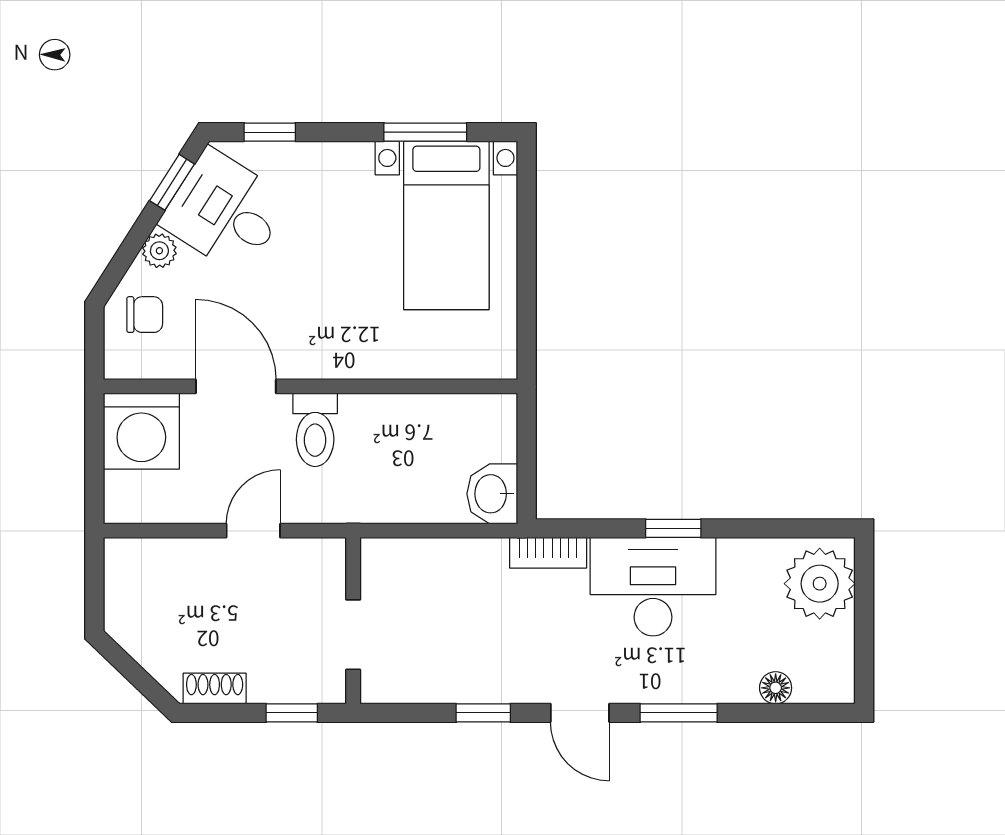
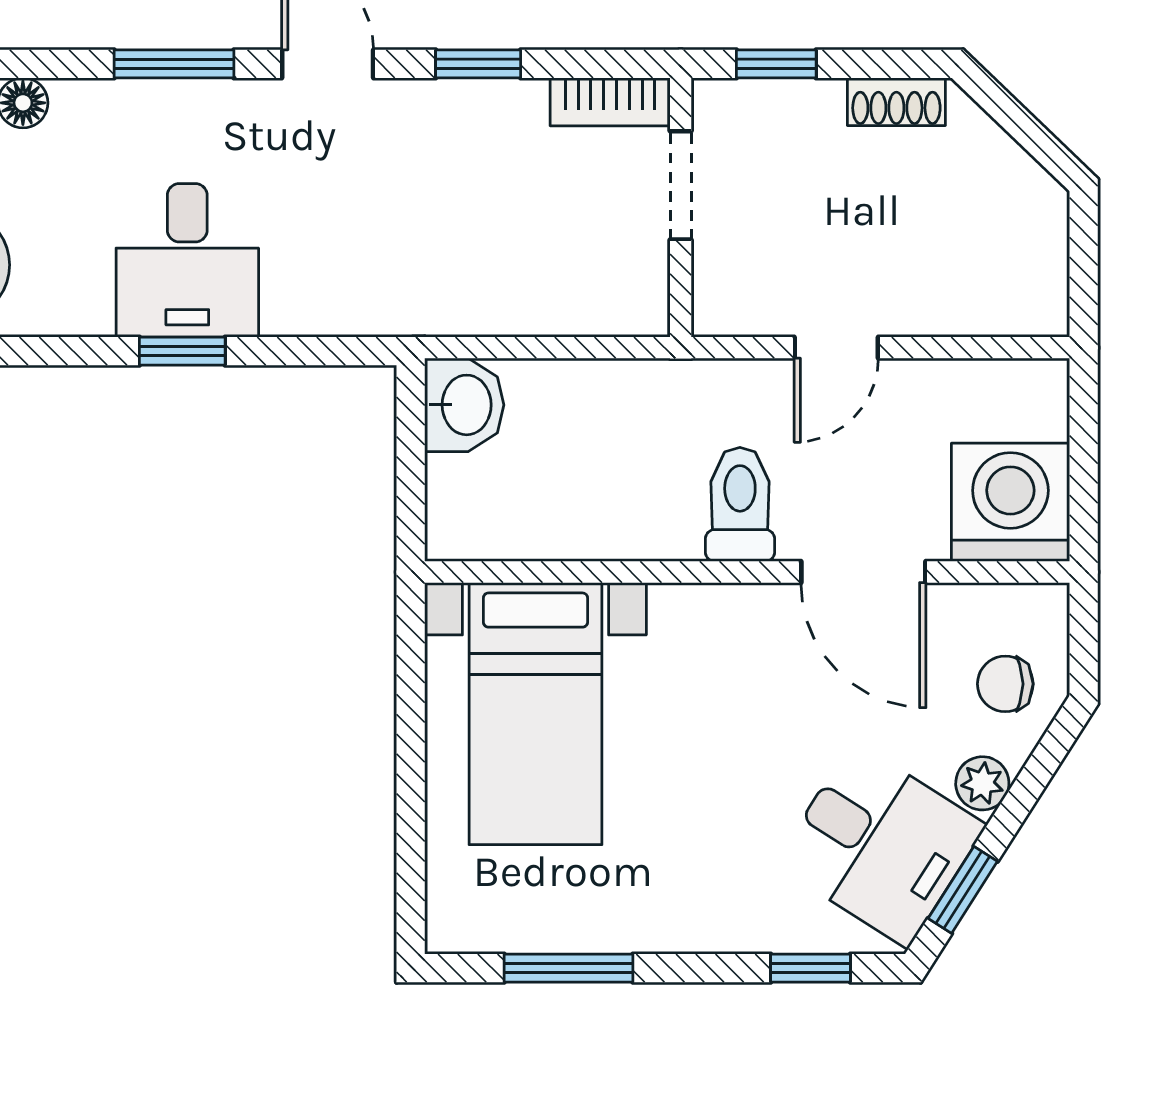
bed with nightstands: (446, 225) -> (535, 714), moved, turned 180
bookcase: (548, 553) -> (610, 102), moved, turned 180
desk: (653, 587) -> (187, 260), width x0.73

